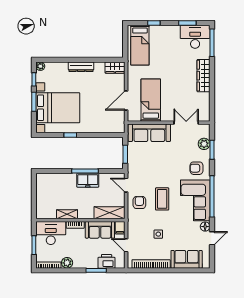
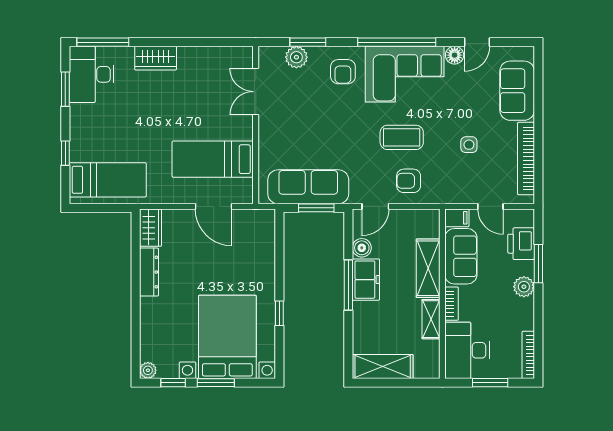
dresser: (81, 67) -> (149, 272), moved
wardrobe: (204, 76) -> (156, 58), width x0.67
sofa: (149, 133) -> (308, 187), moved, turned -90
boiler: (104, 178) -> (362, 248), added
shelving: (42, 189) -> (383, 366), added
shelving: (109, 213) -> (428, 268), moved
door: (212, 238) -> (477, 42), swing flipped
door: (126, 245) -> (490, 206), hinge flipped
plant: (67, 263) -> (524, 287), moved

